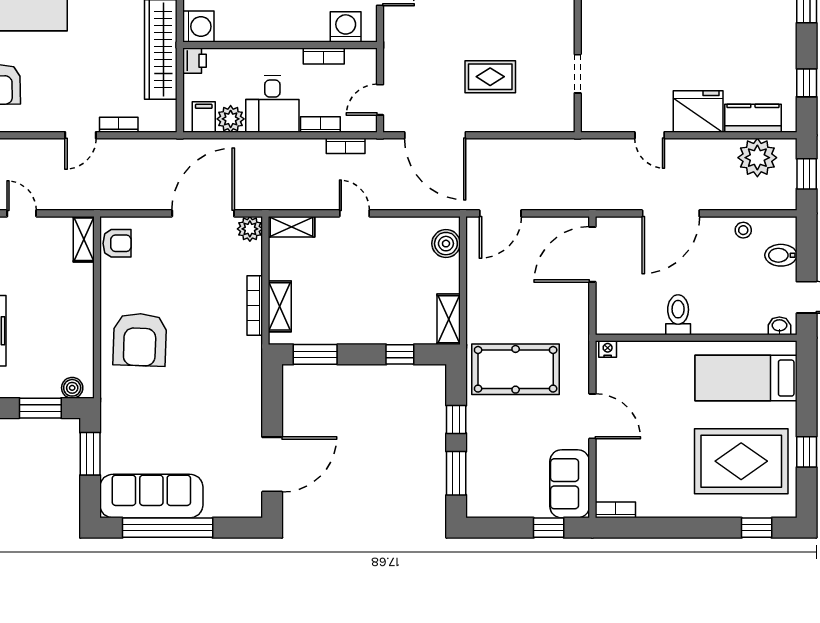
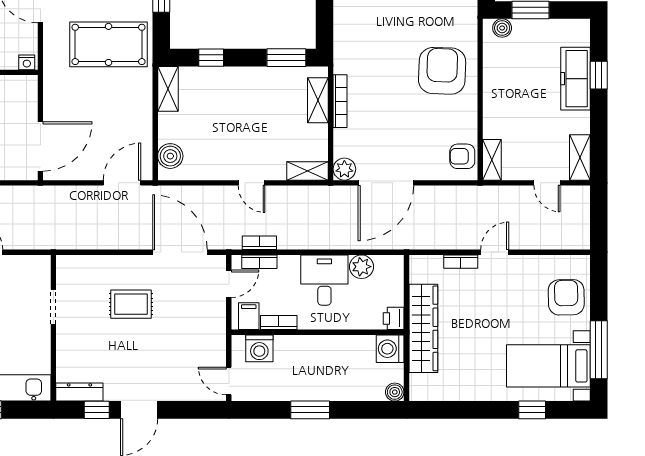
filing cabinet: (204, 117) -> (249, 316), moved, turned 180
bookcase: (320, 124) -> (259, 262), moved

